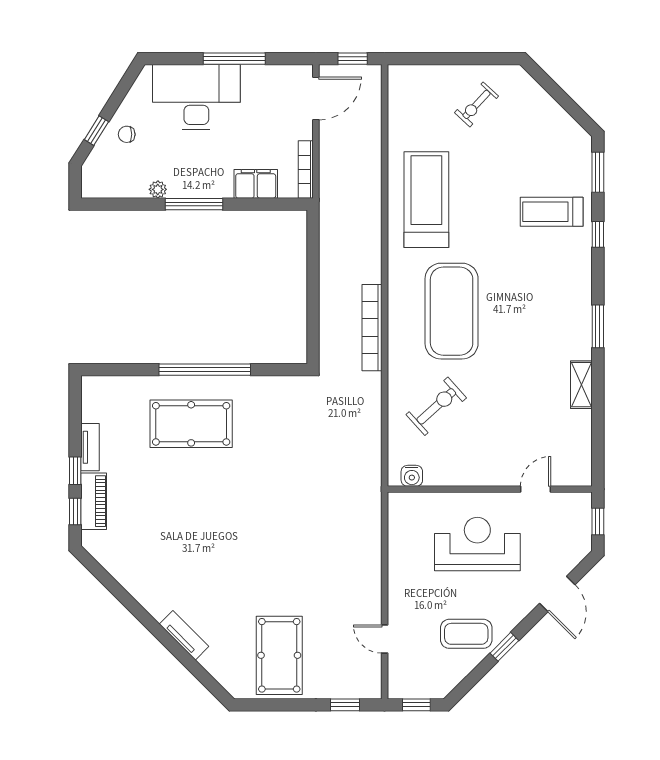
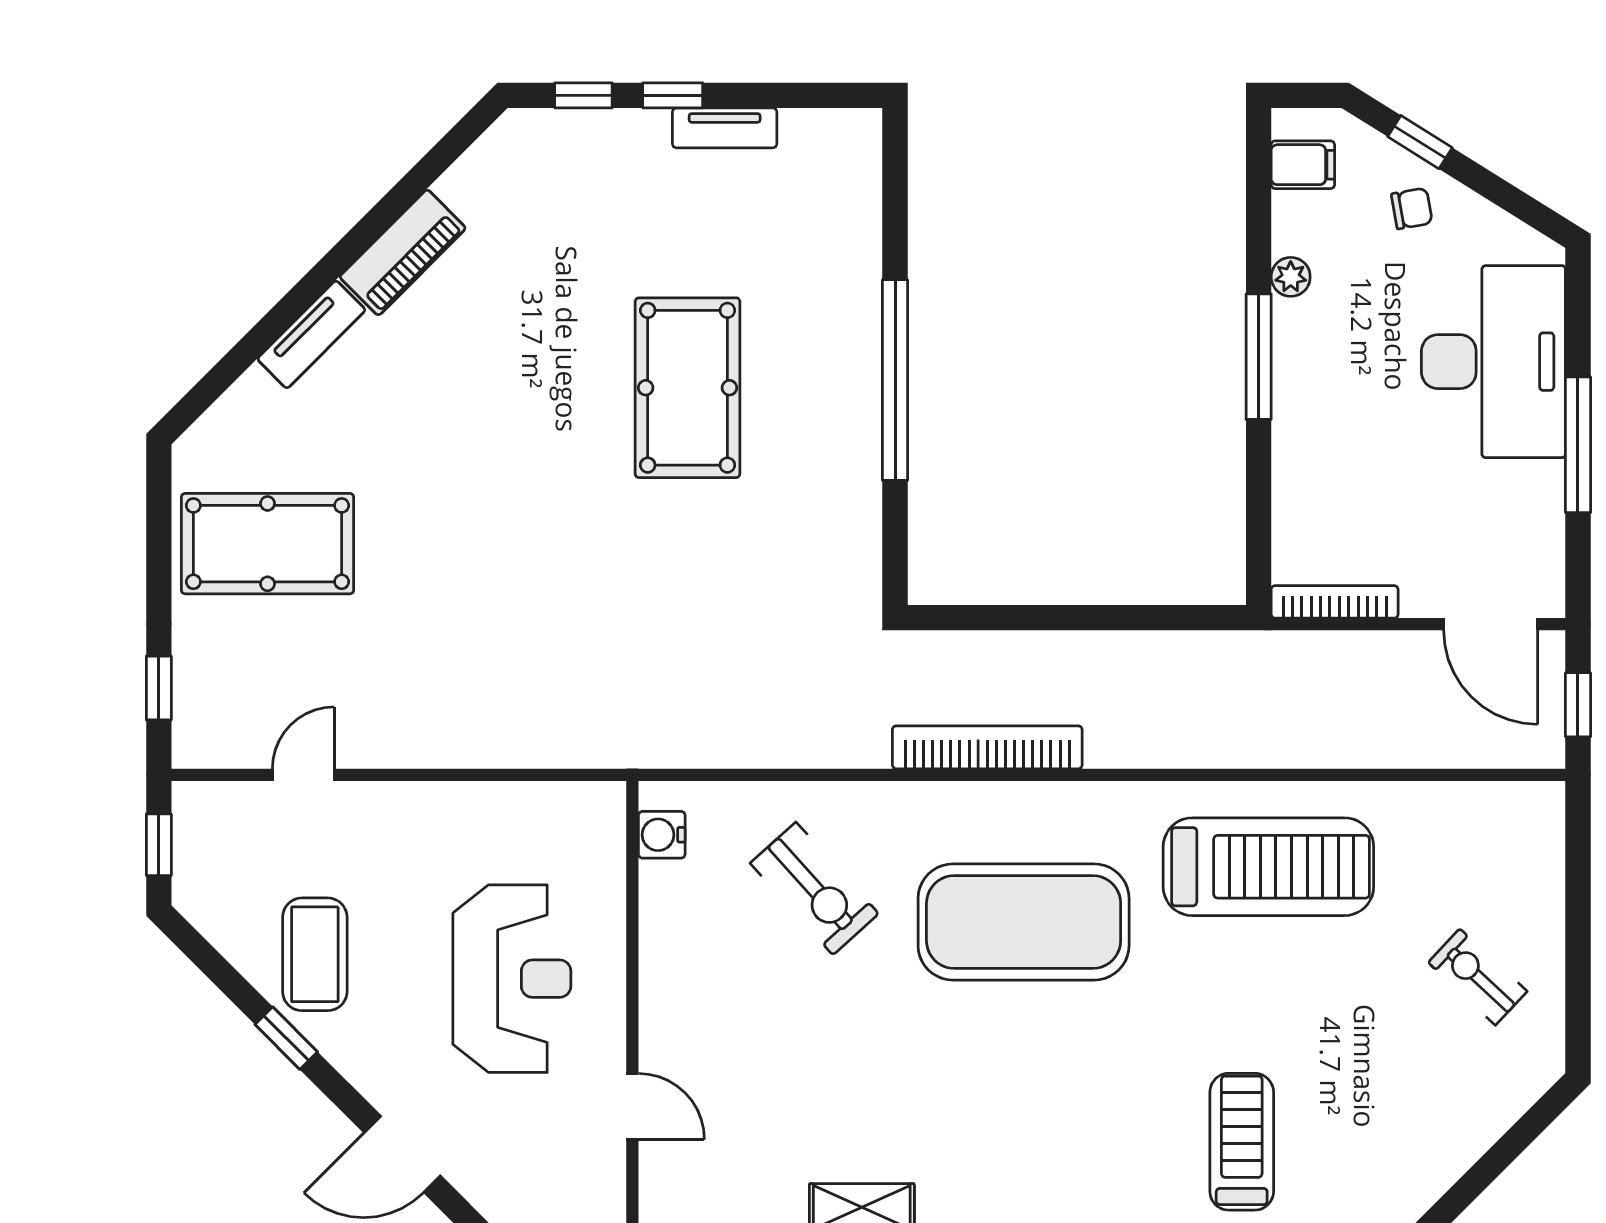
chair: (127, 134) -> (1412, 208), turned 80
filing cabinet: (256, 184) -> (1303, 165), moved, width x0.50
pool table: (191, 424) -> (688, 388), moved
piano: (94, 501) -> (403, 252), moved, turned -45

